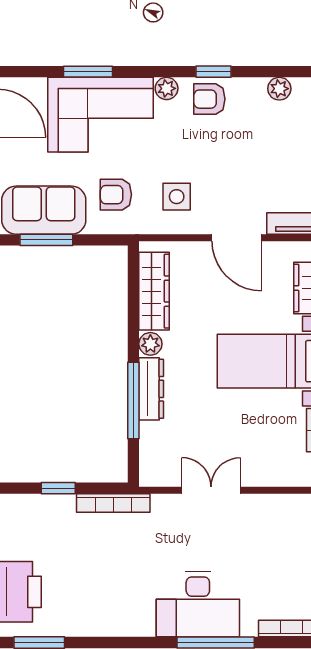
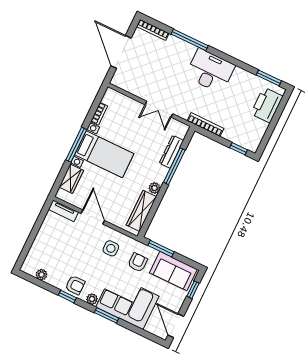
window: (88, 72) -> (107, 315), moved
armchair: (116, 195) -> (138, 262), turned -90
window: (46, 240) -> (161, 249), moved
dresser: (151, 389) -> (171, 152), moved
window: (58, 488) -> (239, 149), moved
desk: (198, 604) -> (210, 71), moved

